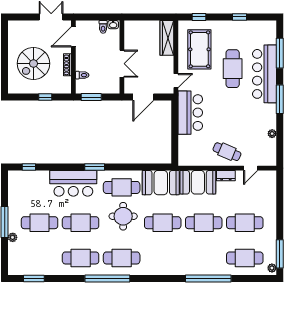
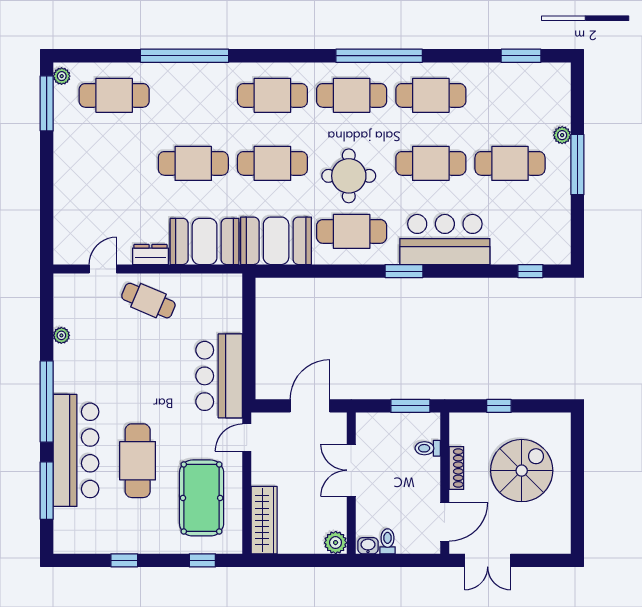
plant: (130, 26) -> (336, 543), added
window: (280, 99) -> (47, 402), width x1.46
cafe table: (245, 223) -> (272, 95), moved

